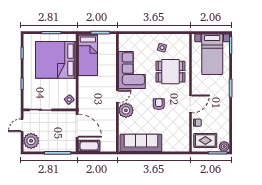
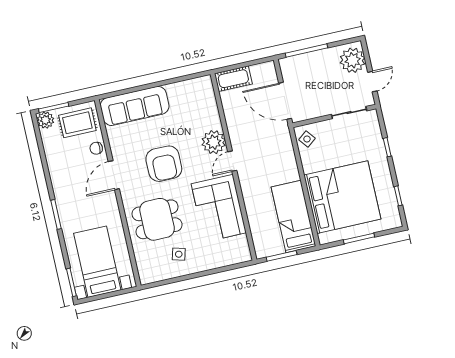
armchair: (159, 104) -> (164, 164), width x1.88, depth x1.88
sofa: (141, 143) -> (135, 106), moved
cot: (89, 146) -> (233, 79), moved

